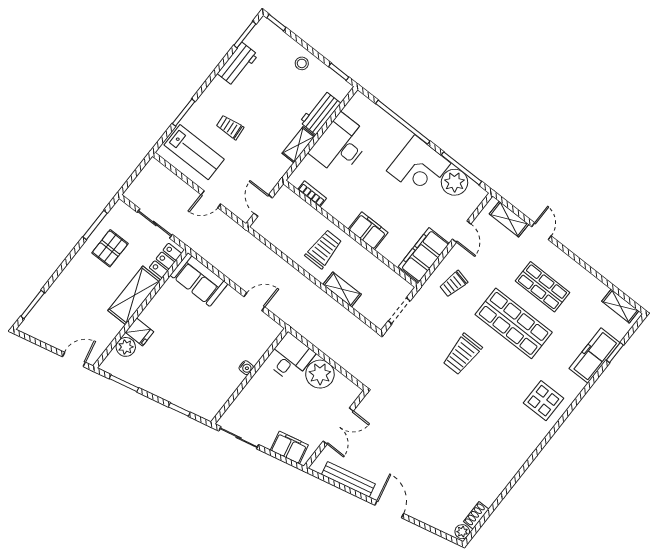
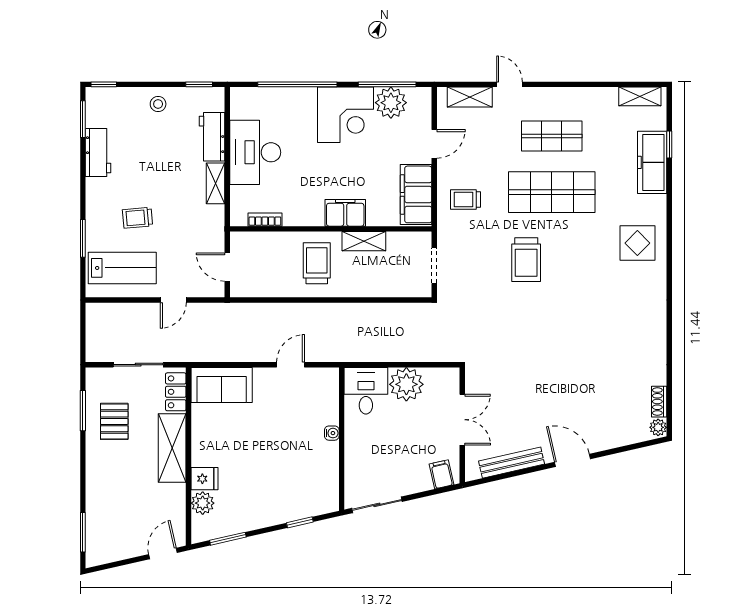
door: (462, 231) -> (434, 144), hinge flipped
trolley: (454, 284) -> (466, 200), turned 77
shelving: (342, 289) -> (364, 241), moved
filing cabinet: (289, 448) -> (442, 474), width x0.50

